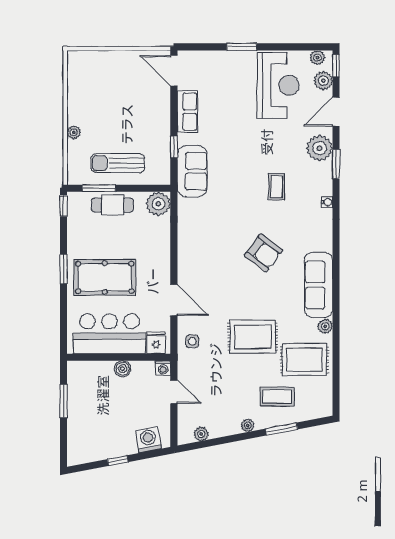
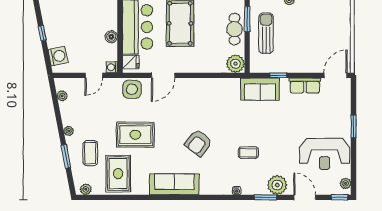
plant: (323, 81) -> (328, 188), removed
plant: (325, 326) -> (86, 189), moved
rug: (253, 337) -> (135, 135), turned 90
side table: (192, 341) -> (132, 89), width x1.87, depth x1.87

